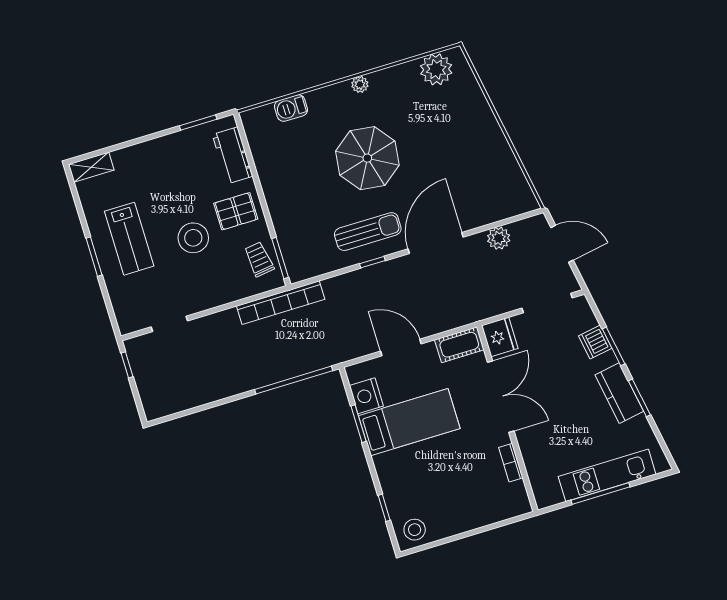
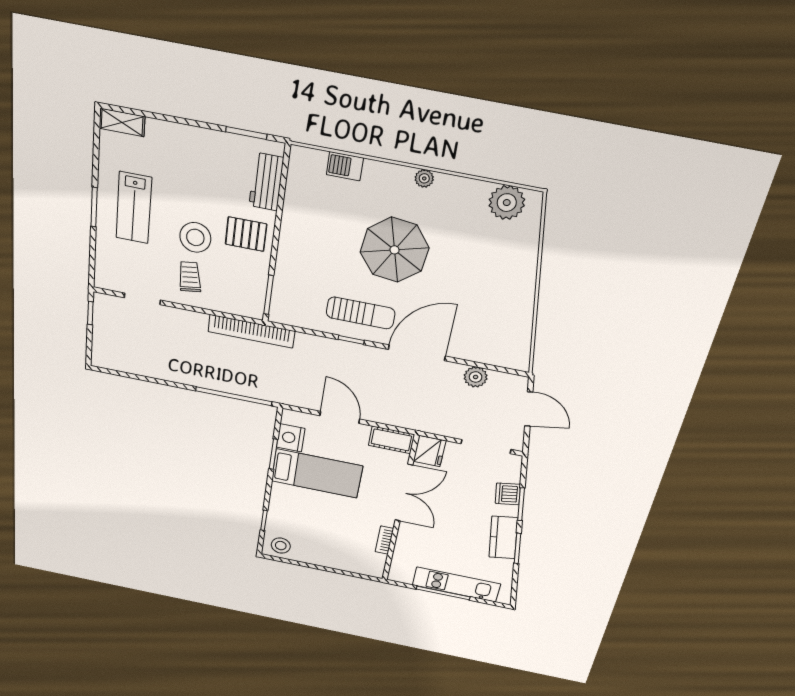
trolley: (259, 259) -> (190, 277), moved

